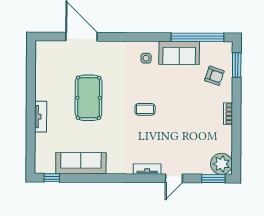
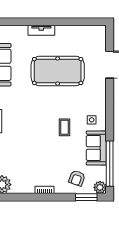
plant: (225, 49) -> (100, 187), added
pool table: (89, 98) -> (58, 71), width x1.36, depth x1.32
coffee table: (145, 109) -> (64, 127), moved

